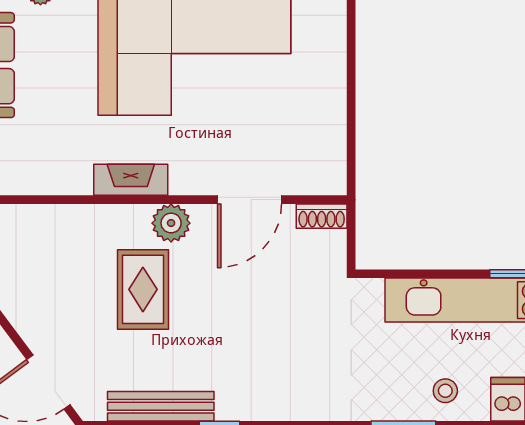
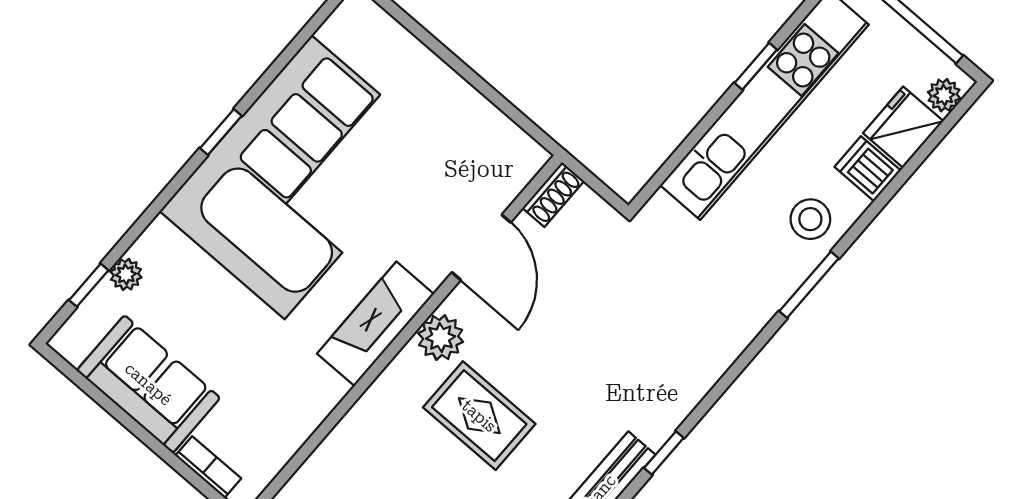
fireplace: (131, 180) -> (375, 324), width x1.37, depth x1.32
stool: (445, 391) -> (810, 219), width x1.37, depth x1.37

